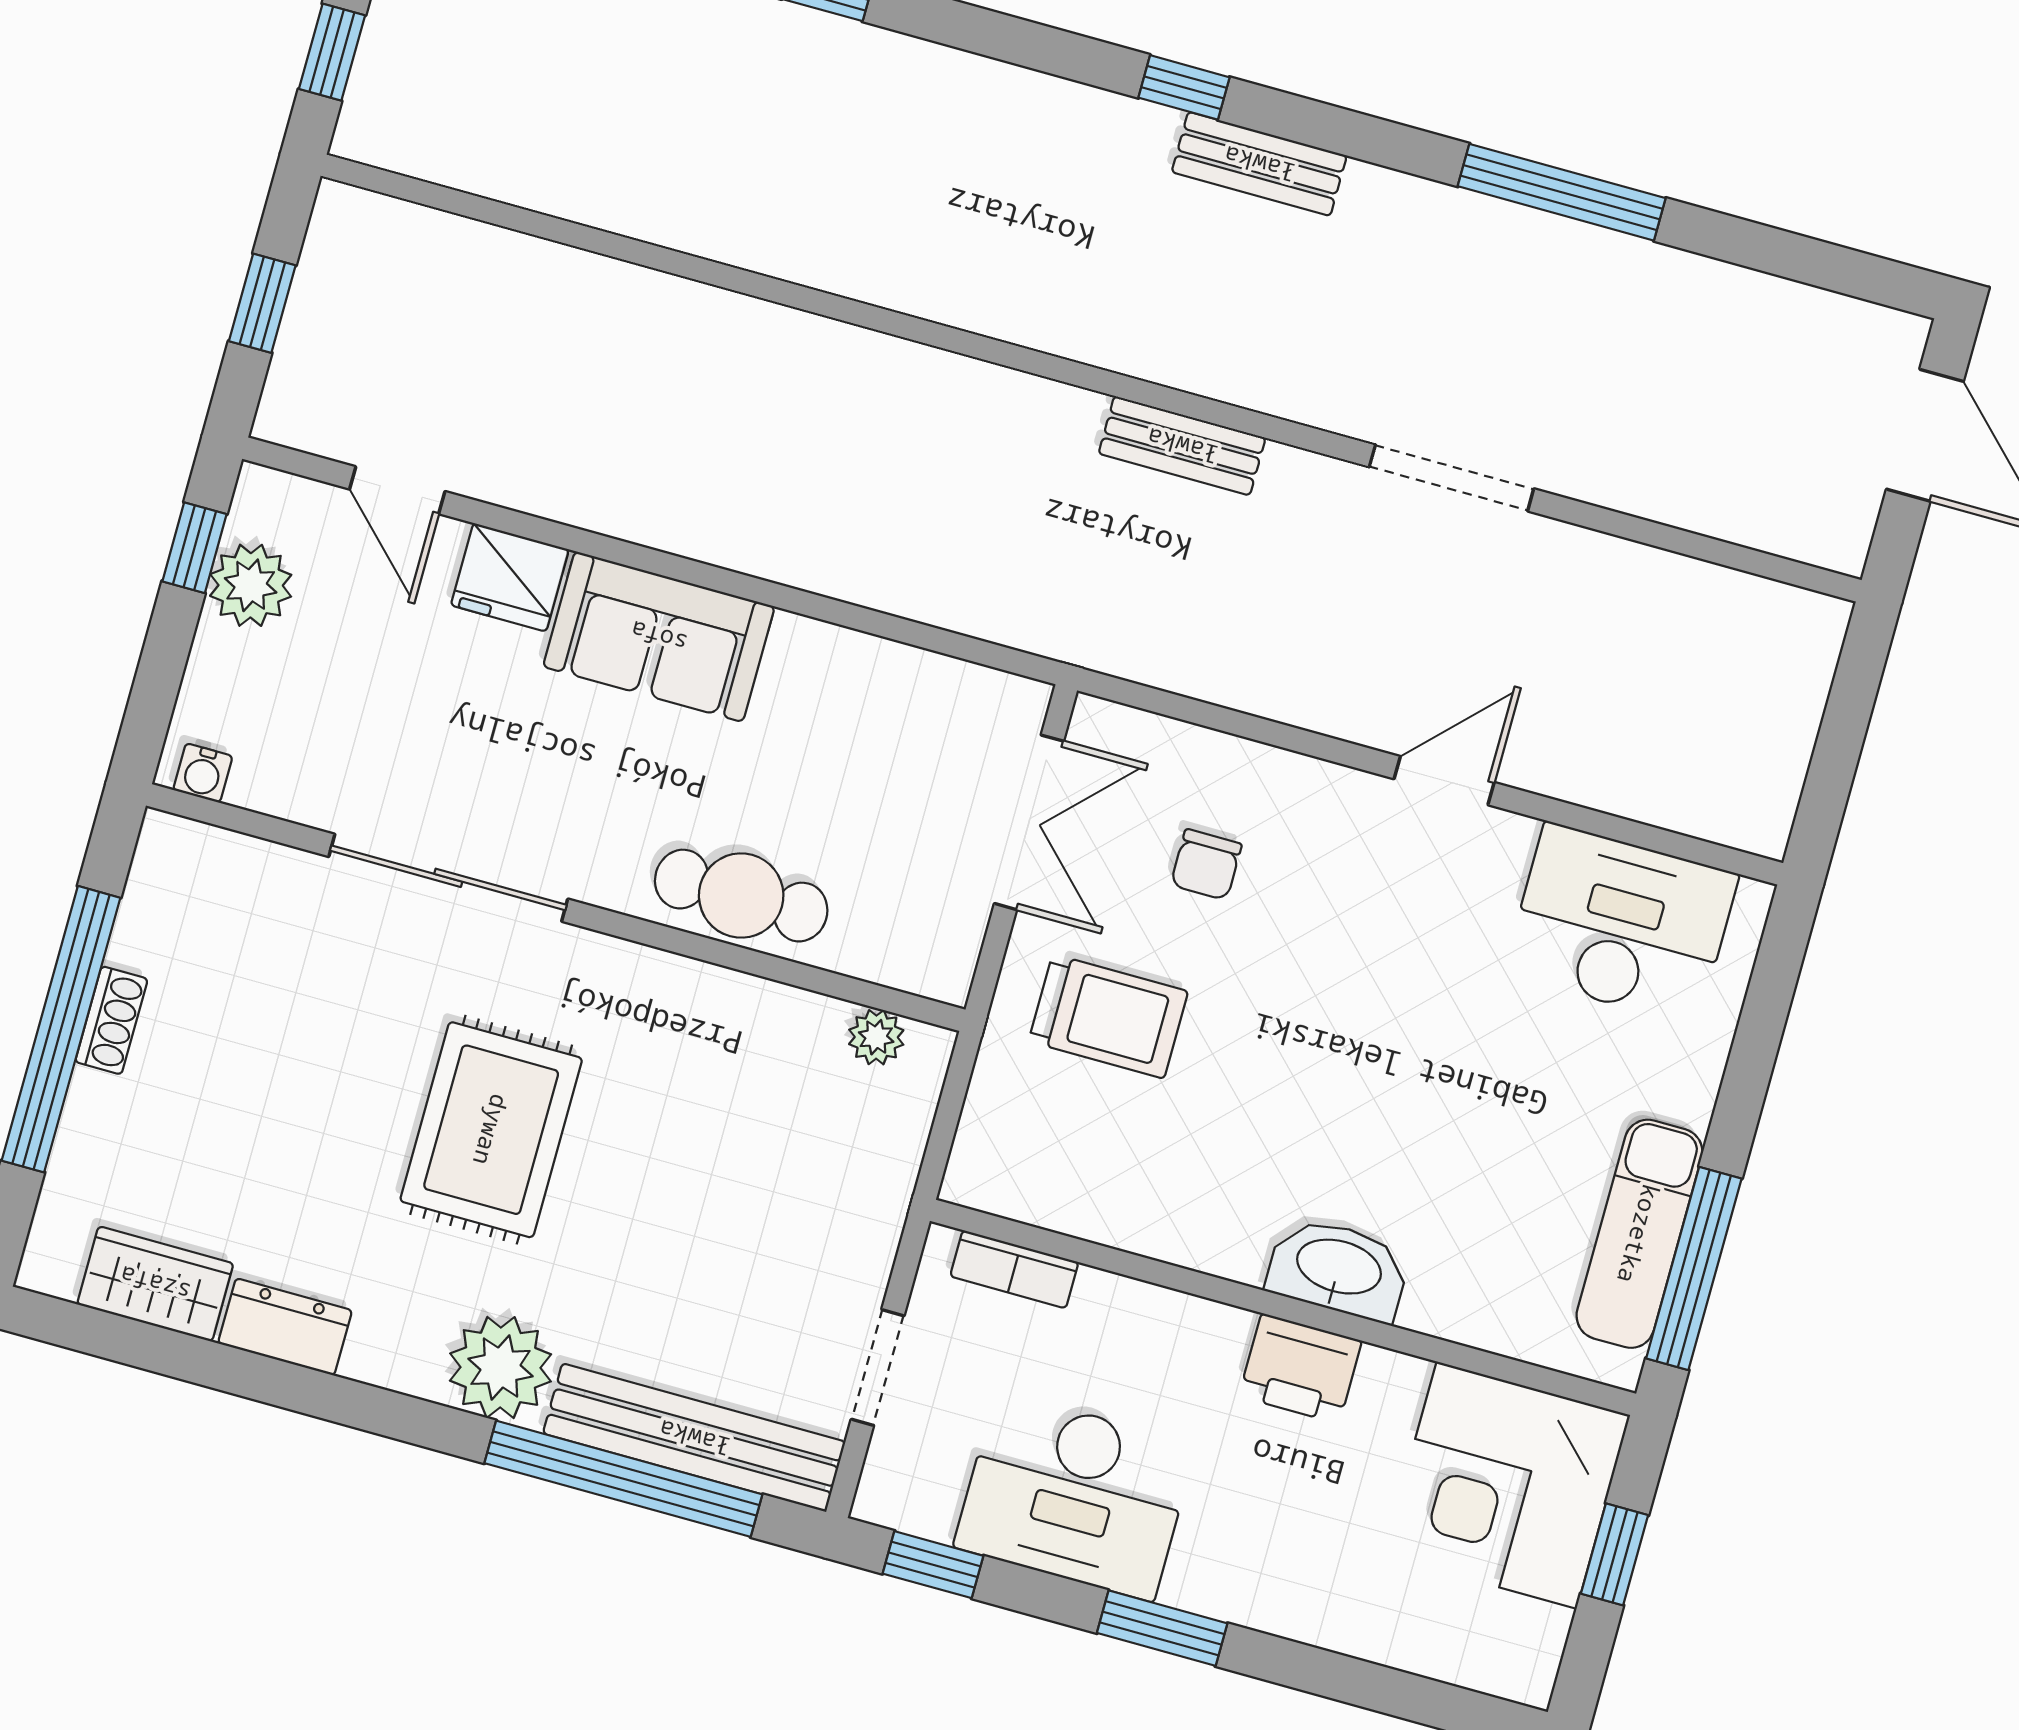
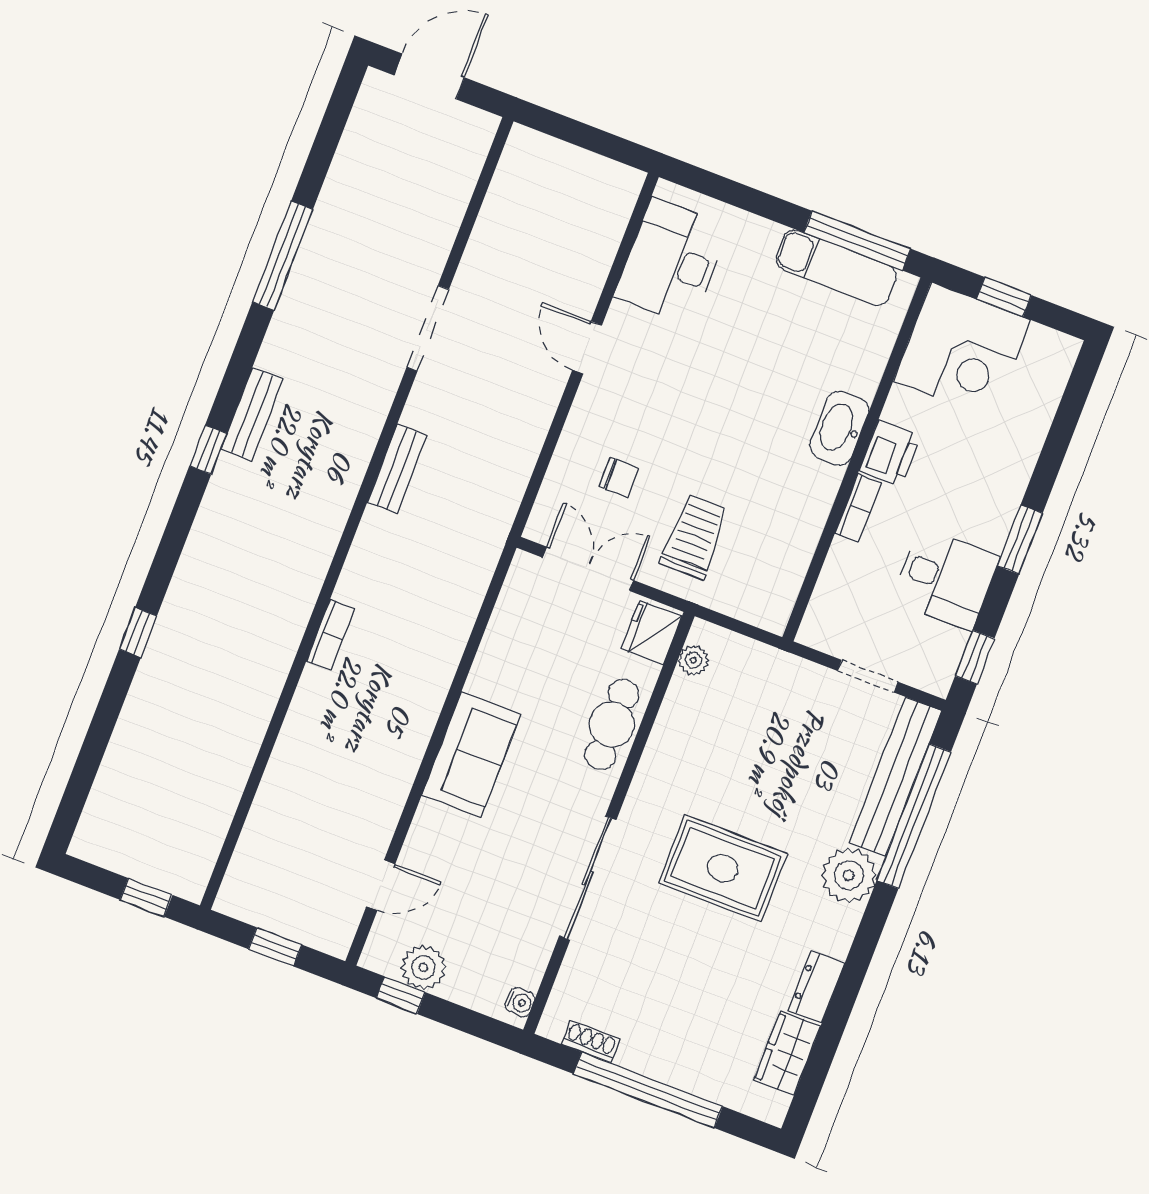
bookcase: (859, 351) -> (331, 635), added
fridge: (510, 577) -> (651, 633), moved, turned 180
shoe rack: (111, 1020) -> (591, 1042), moved
bookcase: (1014, 1269) -> (858, 508), moved
desk: (1075, 1496) -> (946, 579), width x0.73

